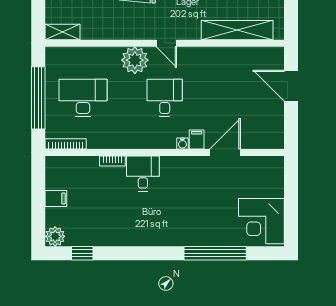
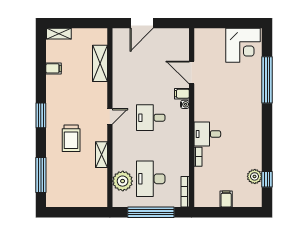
shelving: (237, 30) -> (100, 63), width x0.68
shelving: (63, 32) -> (101, 155), moved
plant: (135, 60) -> (123, 181), moved
plant: (55, 236) -> (255, 176), moved

